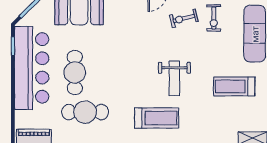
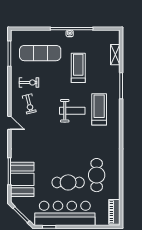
treadmill: (234, 86) -> (78, 68), turned 180
treadmill: (157, 118) -> (99, 109), moved

